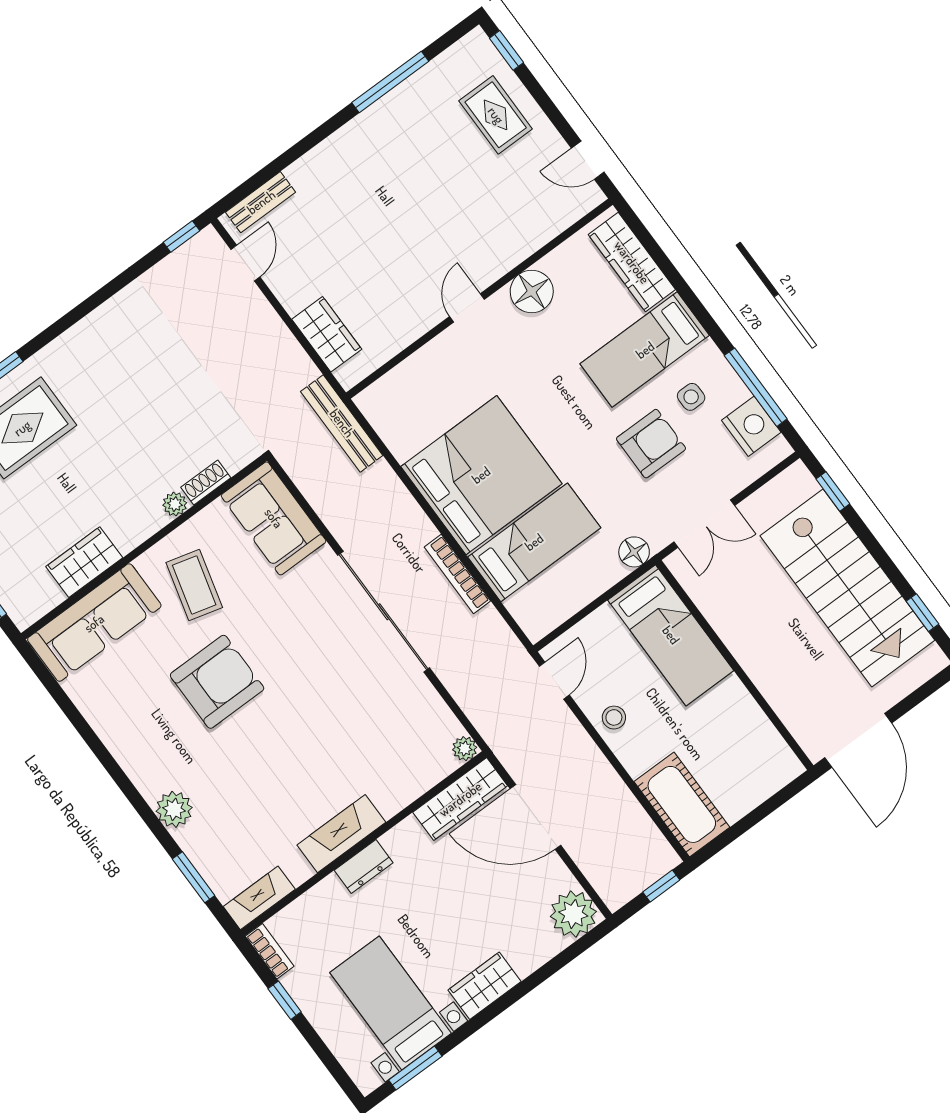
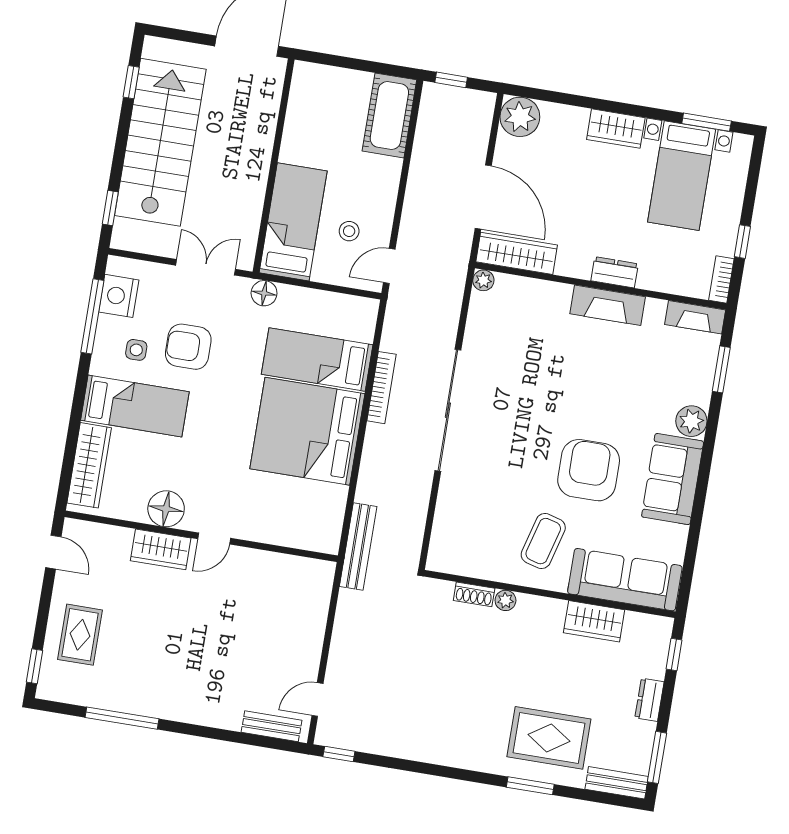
wardrobe: (327, 334) -> (161, 549), moved, turned -90
sofa: (274, 518) -> (673, 479), moved, turned 180
armchair: (217, 682) -> (589, 470), turned 90
stool: (614, 717) -> (349, 231), moved

